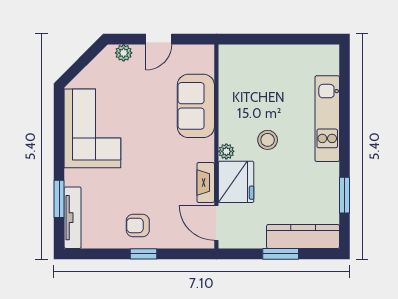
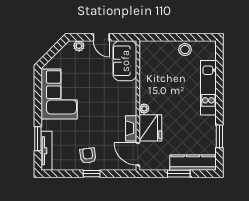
door: (159, 39) -> (101, 37), hinge flipped
sofa: (196, 106) -> (125, 61), moved
stool: (268, 140) -> (185, 50), moved
armchair: (138, 225) -> (88, 156), turned 82

